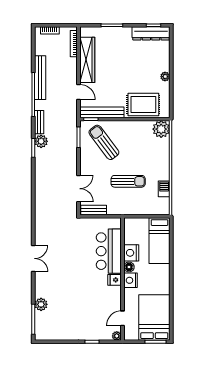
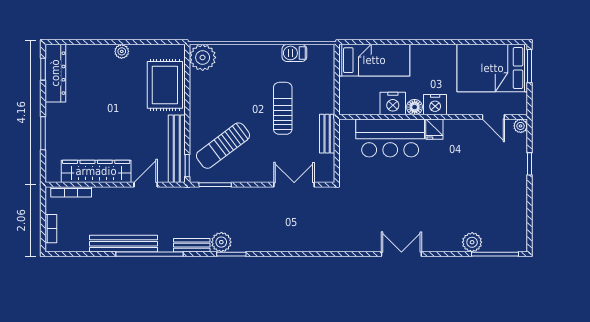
bench: (94, 210) -> (327, 134), moved

